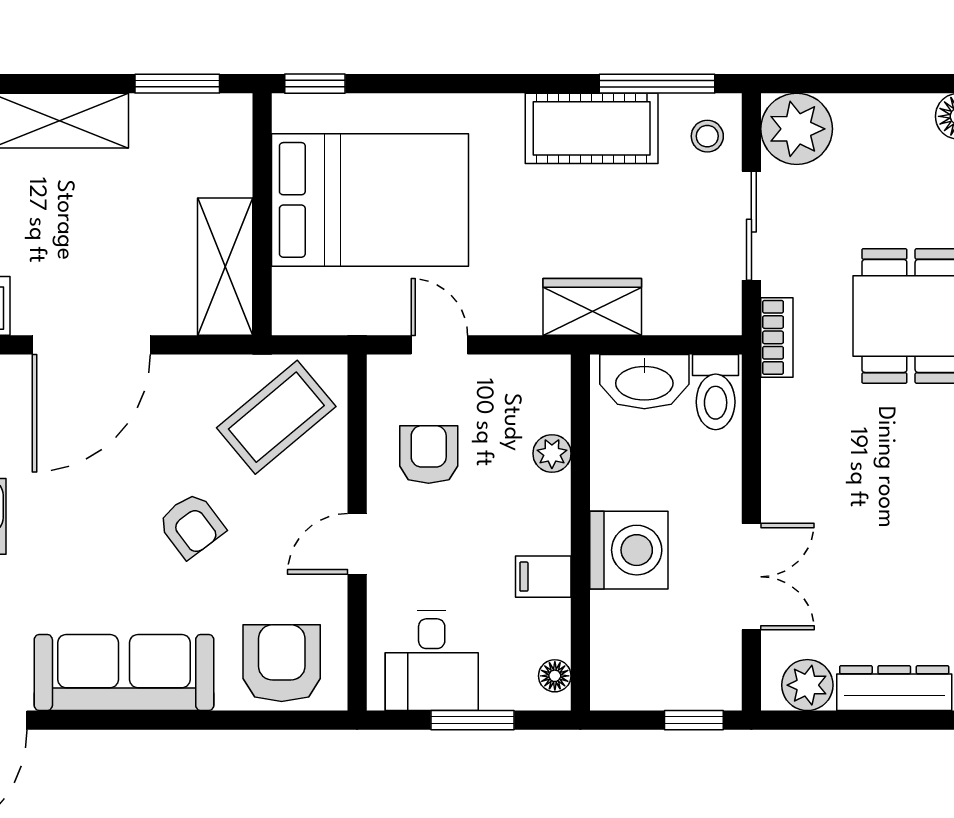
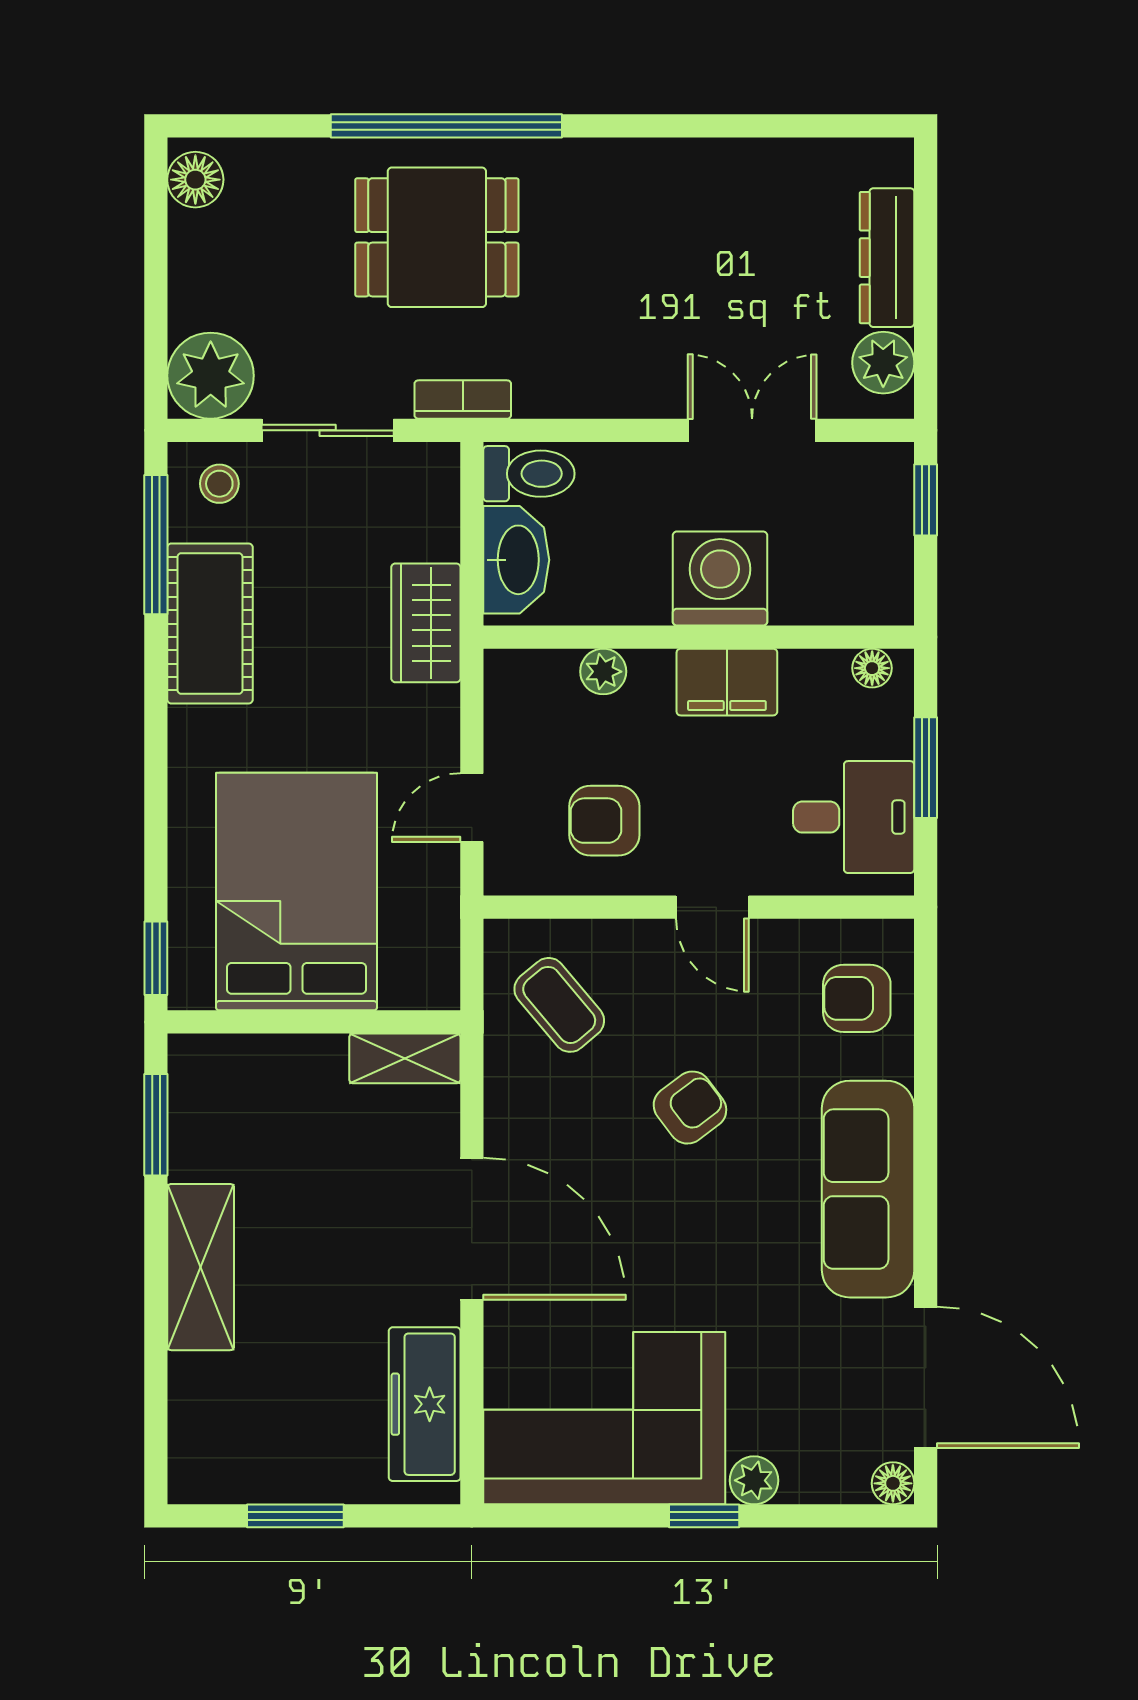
shelving: (225, 267) -> (405, 1058), width x0.67, depth x0.75
coffee table: (276, 417) -> (559, 1005), width x0.73, depth x0.77
filing cabinet: (543, 577) -> (727, 682), width x2.00
armchair: (282, 663) -> (857, 998), width x0.72, depth x0.72

